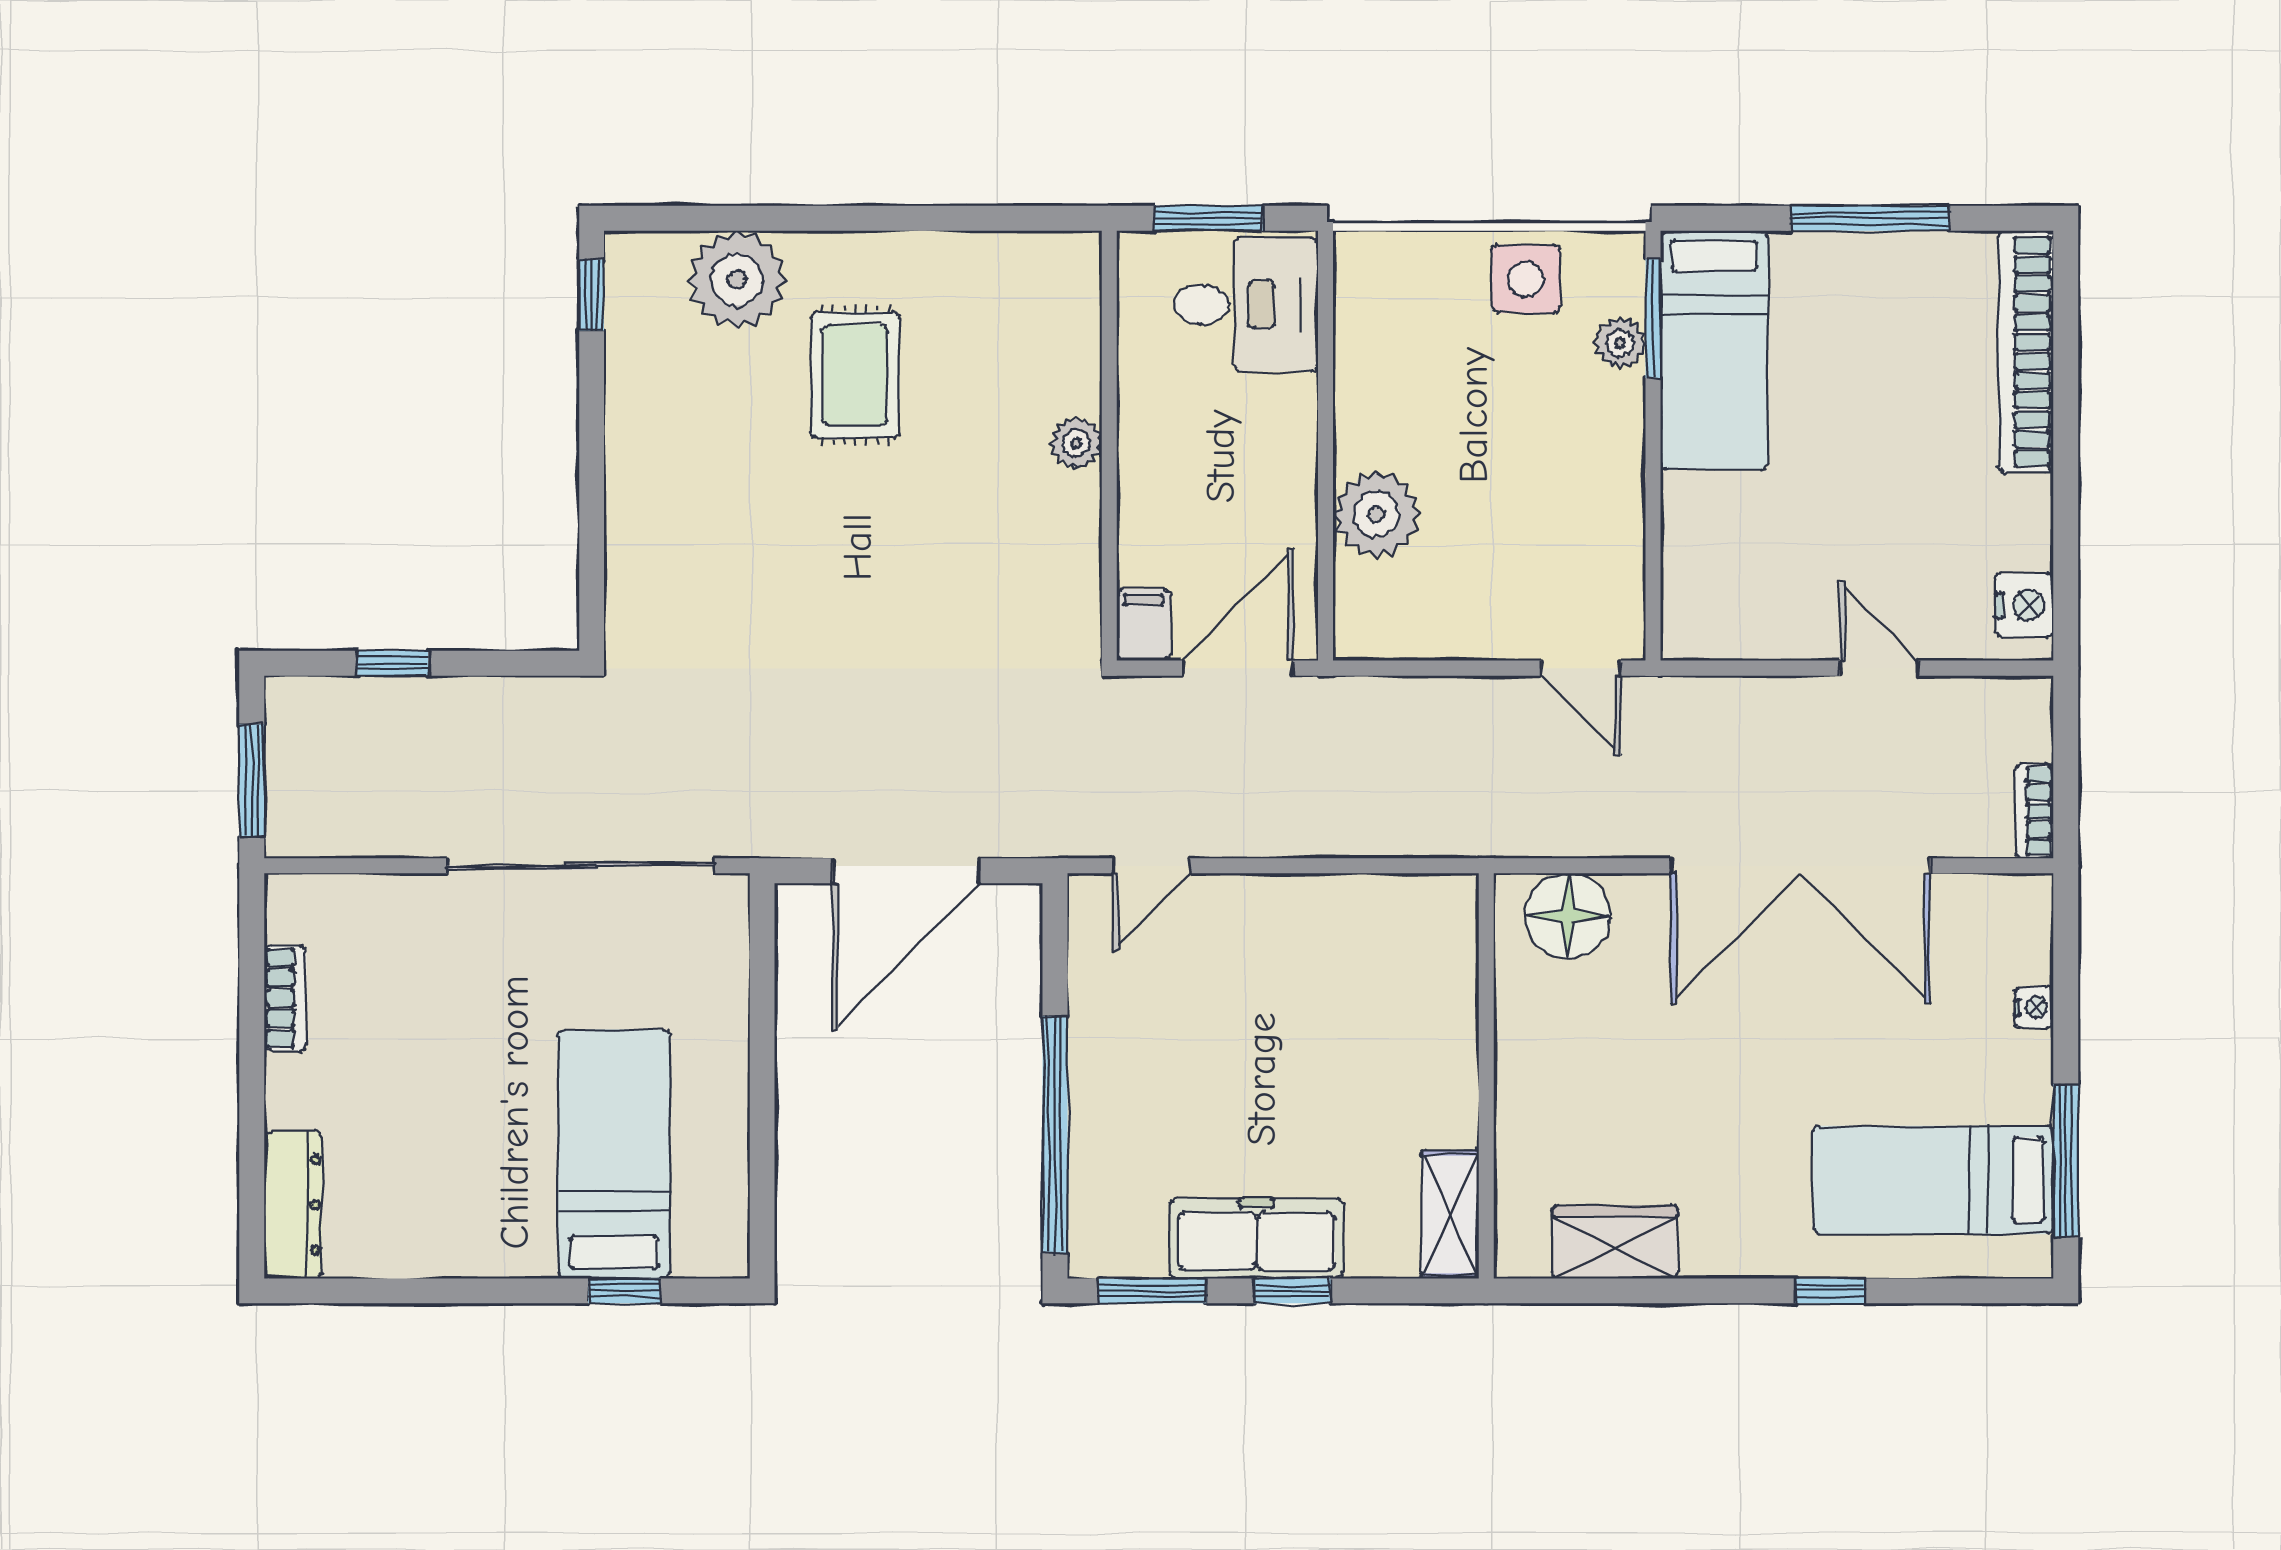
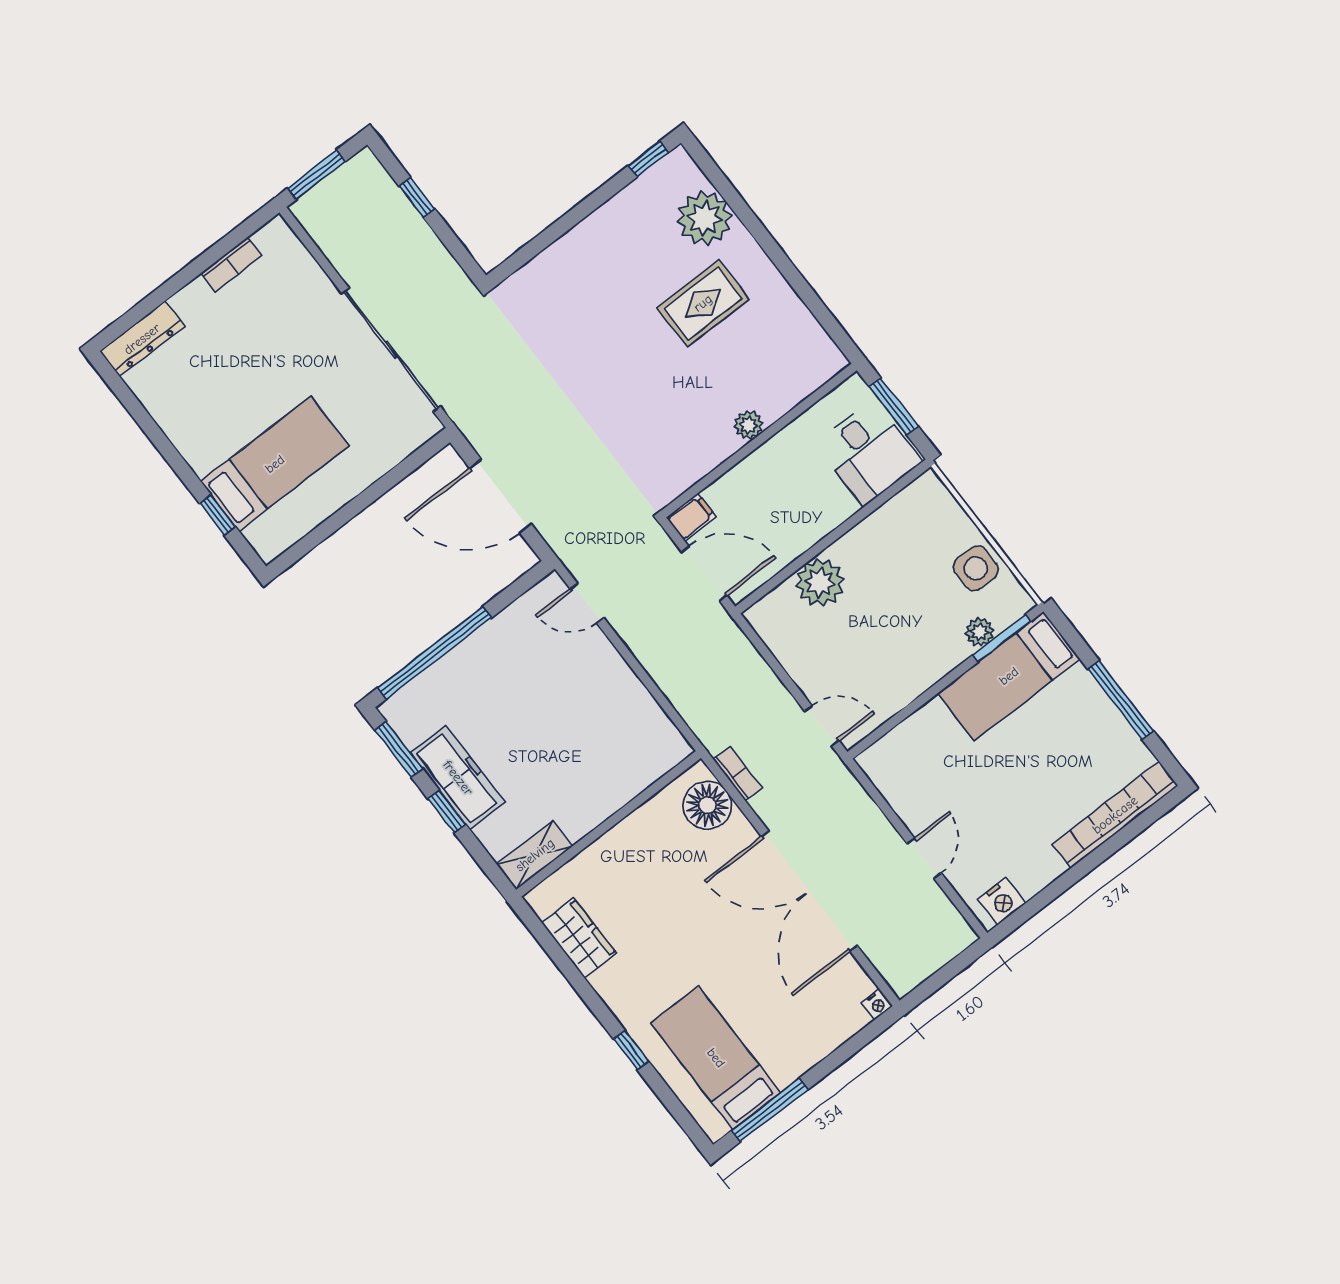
door: (1581, 668) -> (822, 726), swing flipped
bookcase: (2034, 811) -> (737, 774), moved, turned 90
nightstand: (2034, 1008) -> (877, 1004), moved

